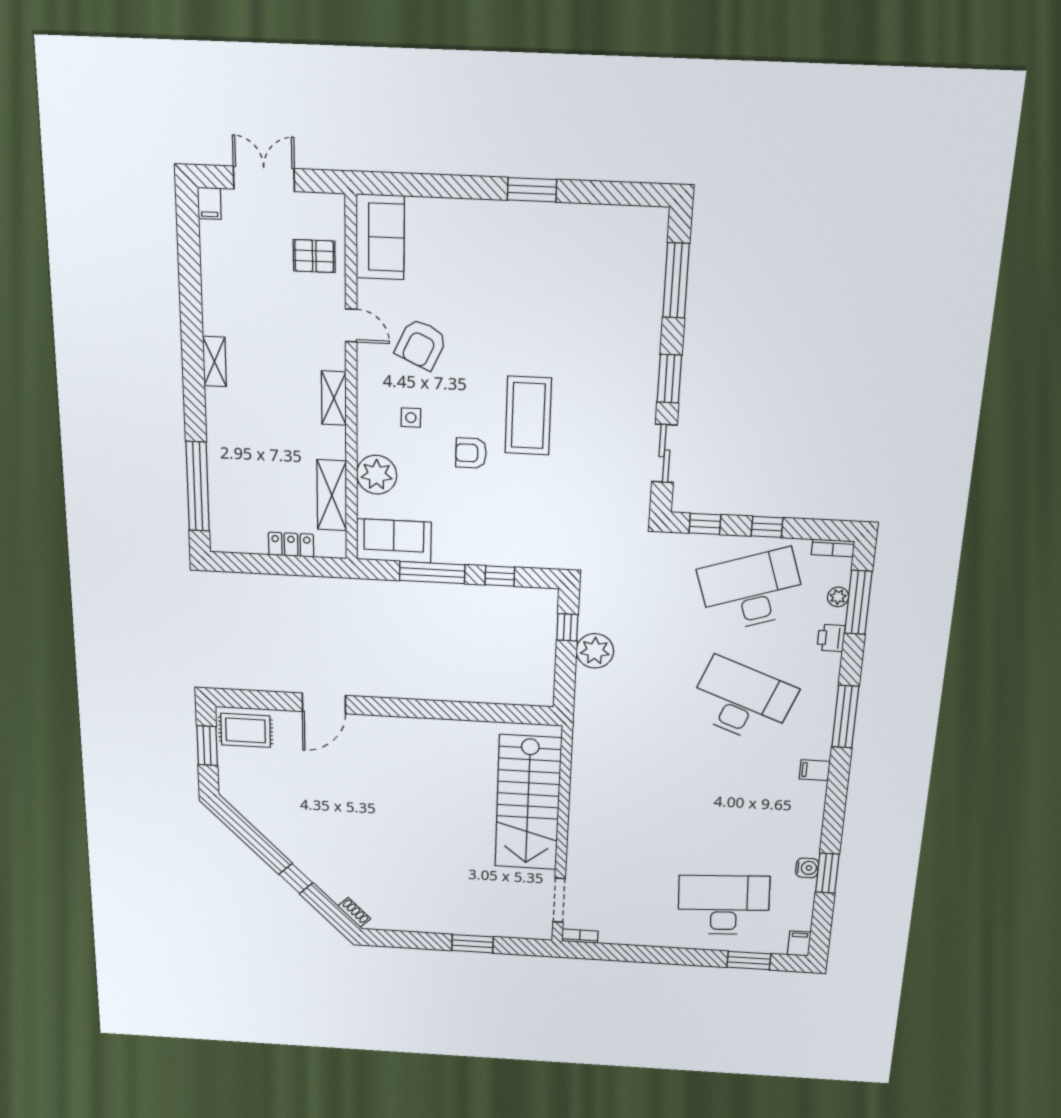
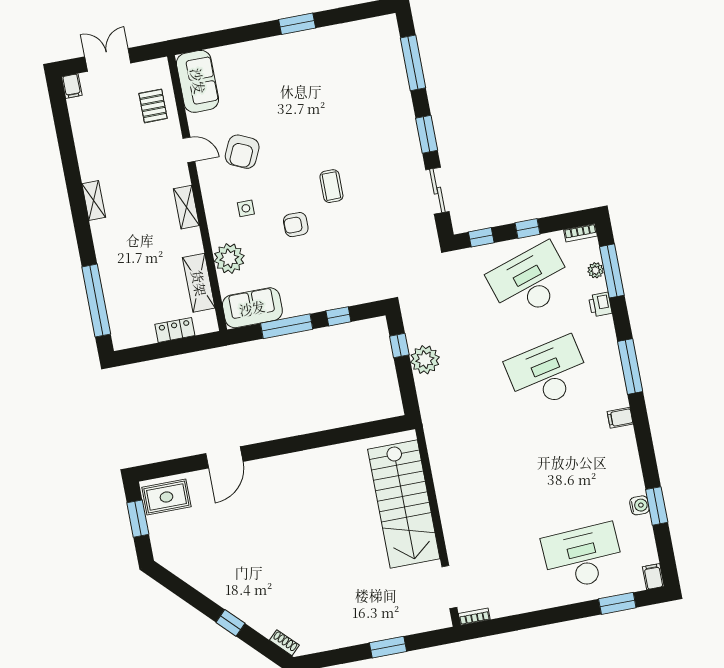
pallet: (314, 256) -> (153, 106), turned 90
coffee table: (528, 416) -> (331, 186), width x0.54, depth x0.58
desk: (742, 701) -> (548, 373), turned -33

